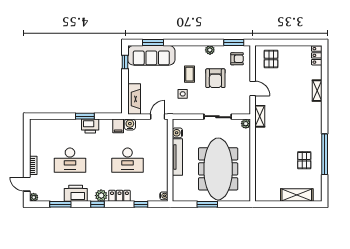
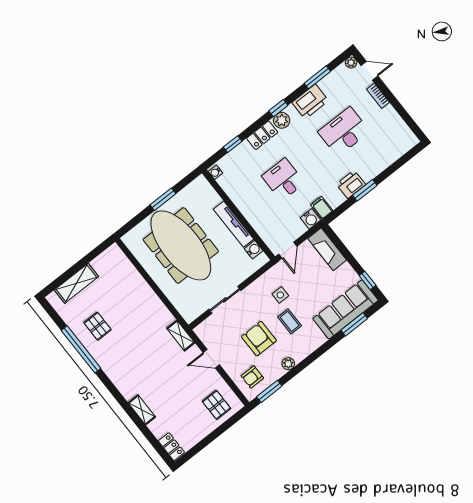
plant: (246, 124) -> (189, 316), removed
desk: (128, 160) -> (283, 179), width x0.73

